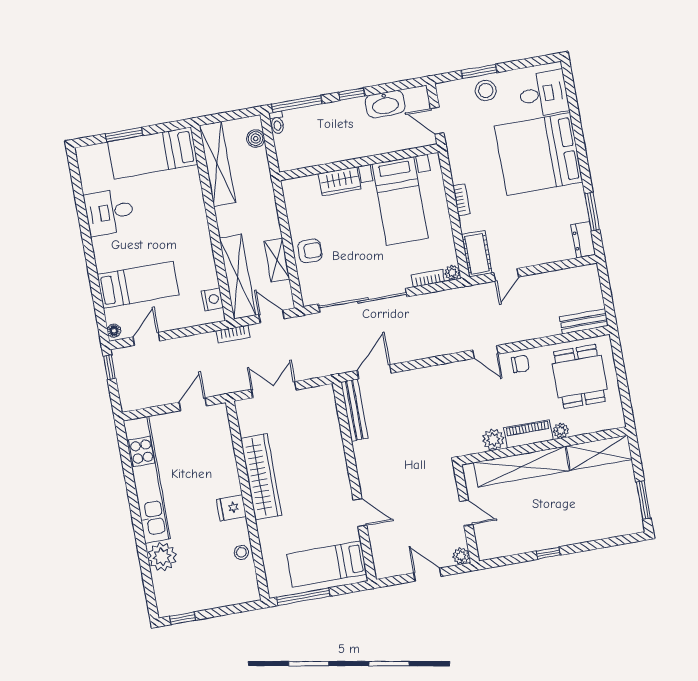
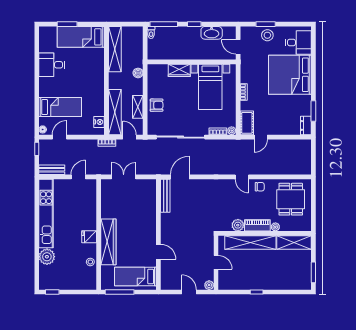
boiler: (256, 139) -> (138, 73), moved
bench: (584, 321) -> (52, 170), moved
wardrobe: (261, 477) -> (108, 242), moved

